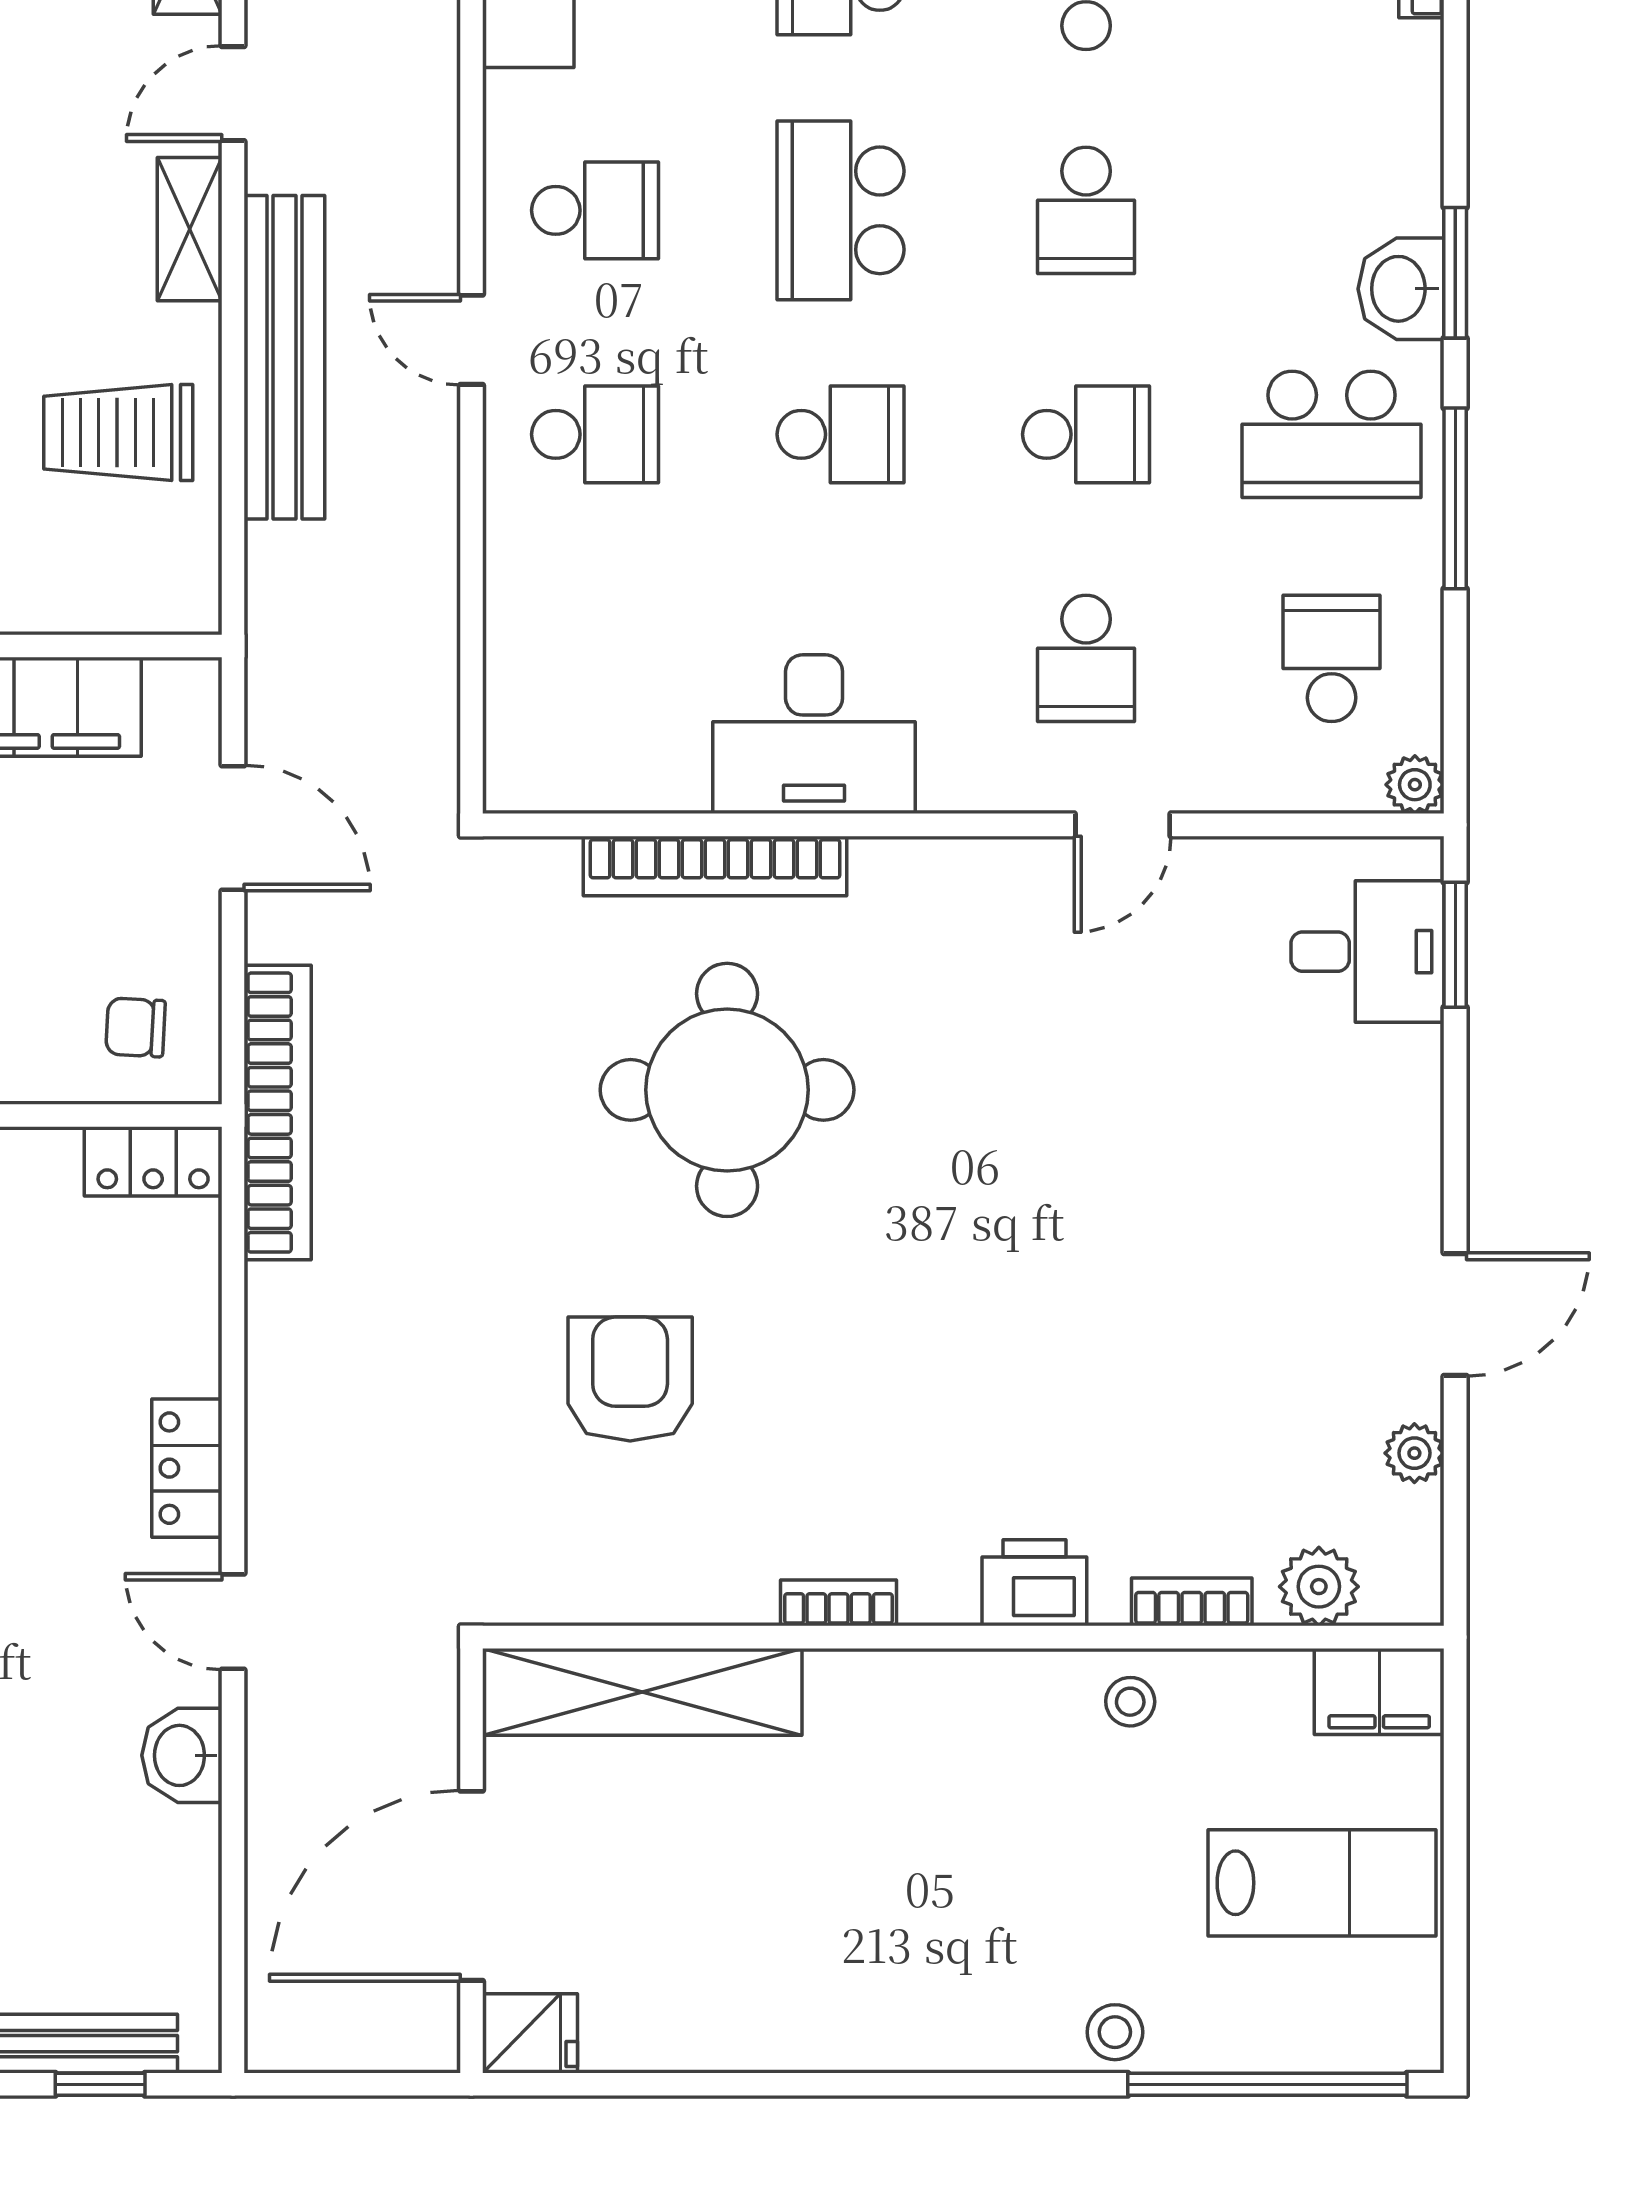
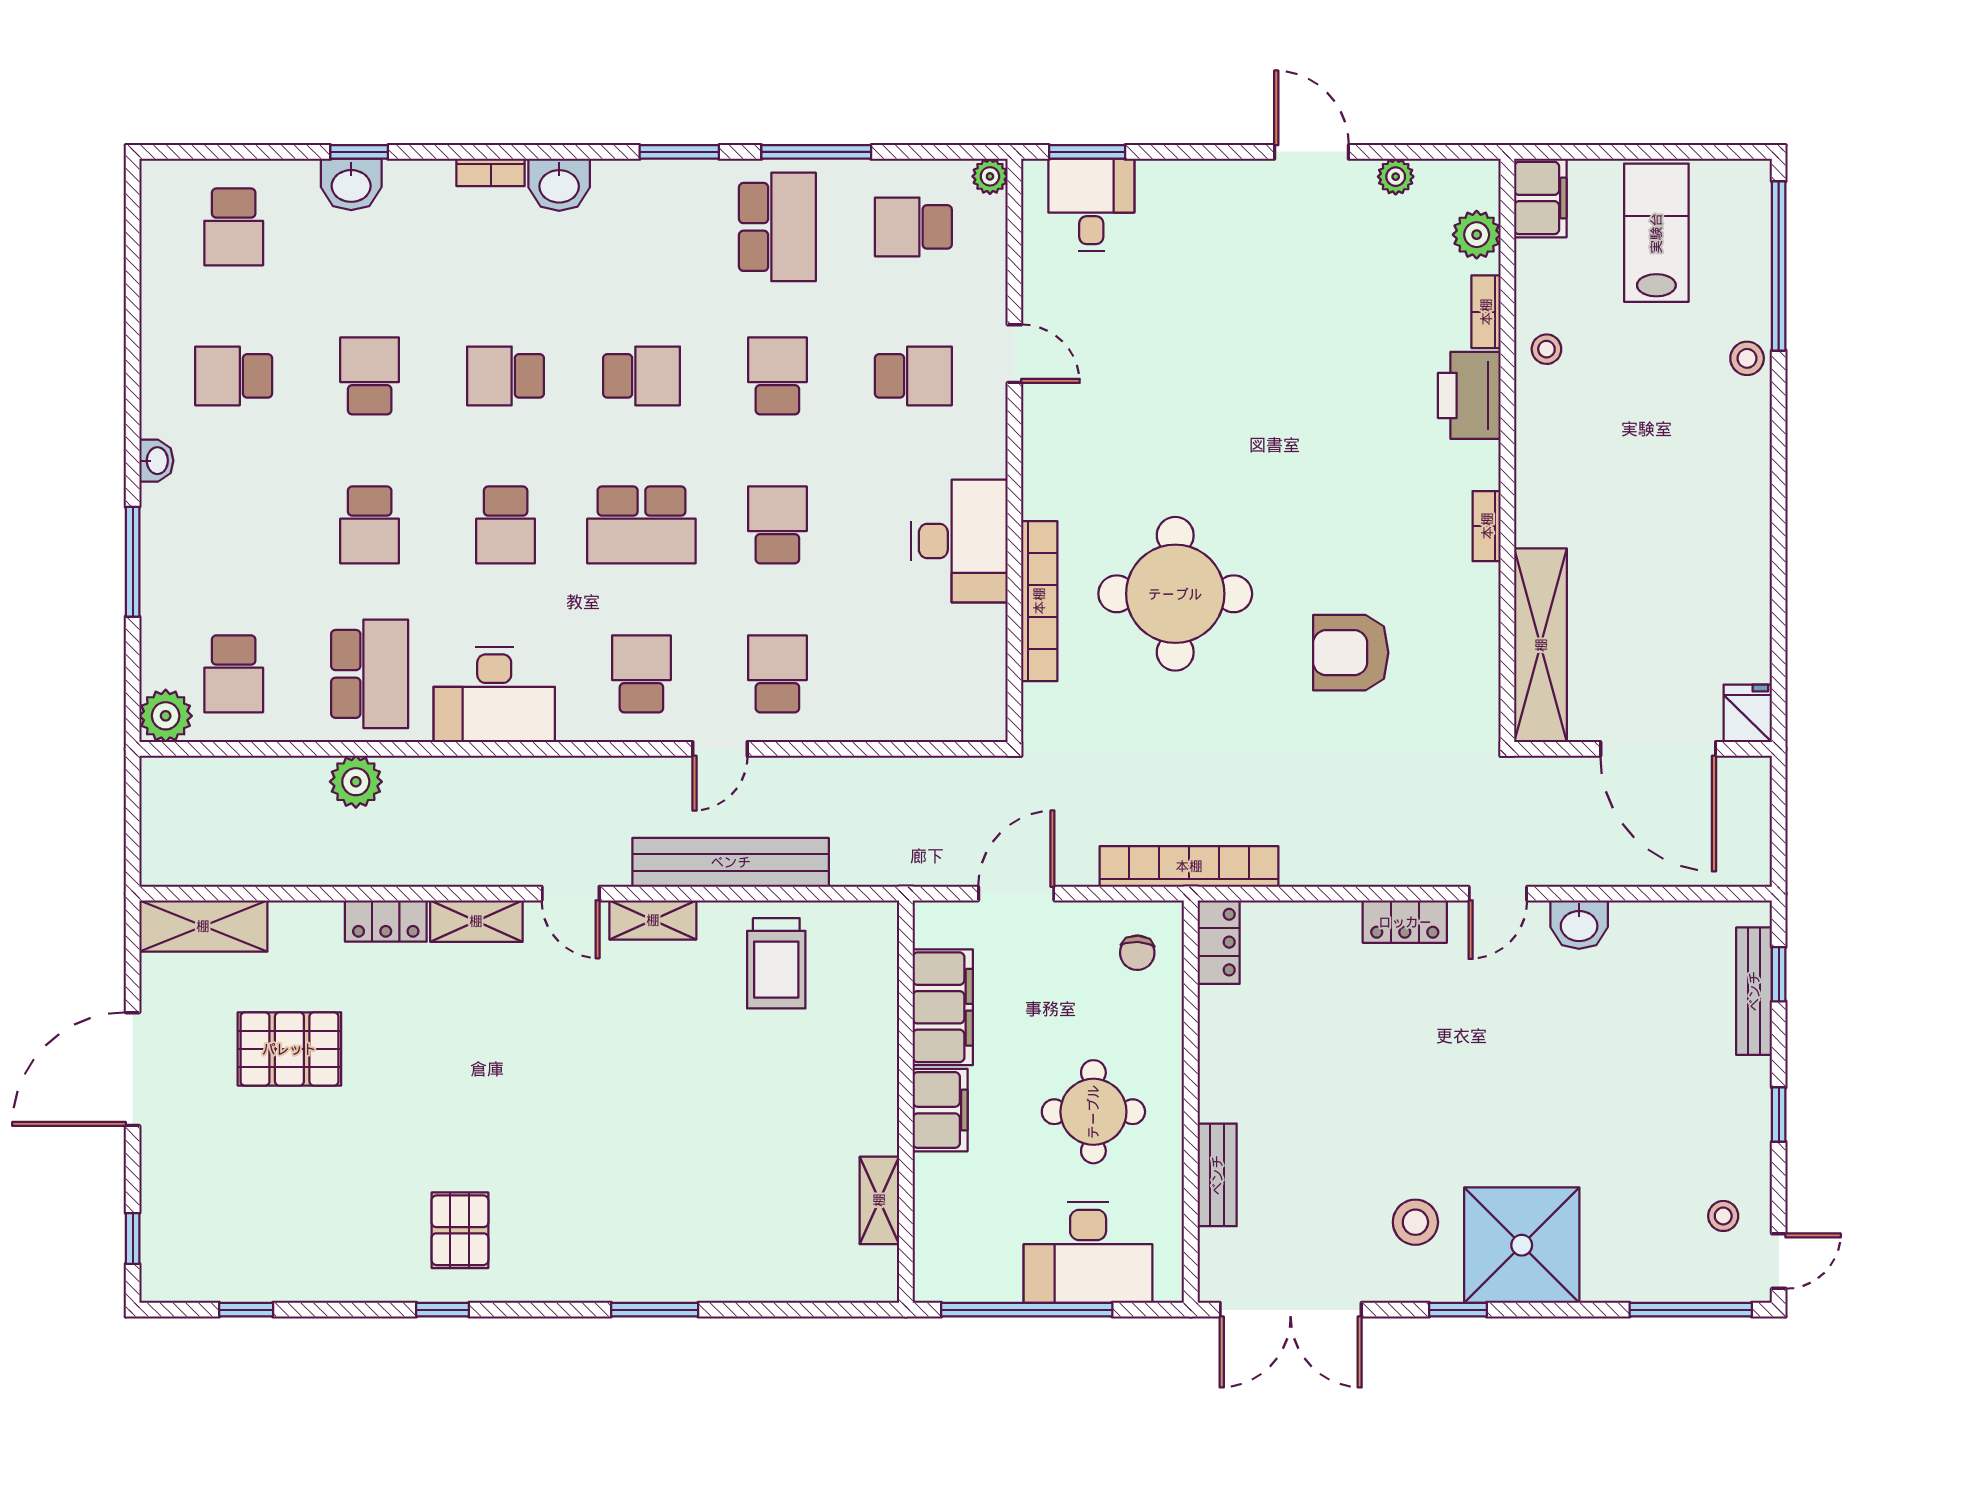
washbasin: (1401, 289) -> (559, 185), moved
printer: (1034, 1583) -> (1469, 395), width x1.37, depth x1.19

